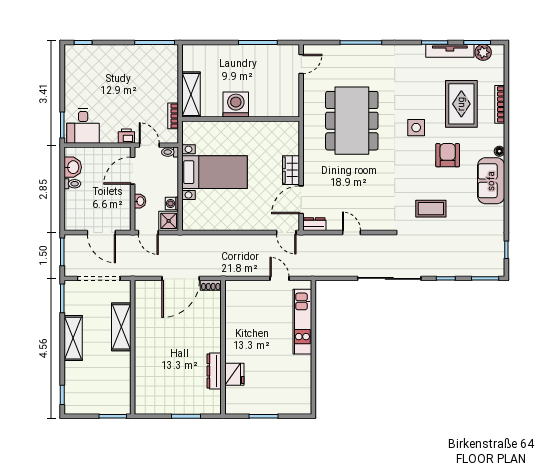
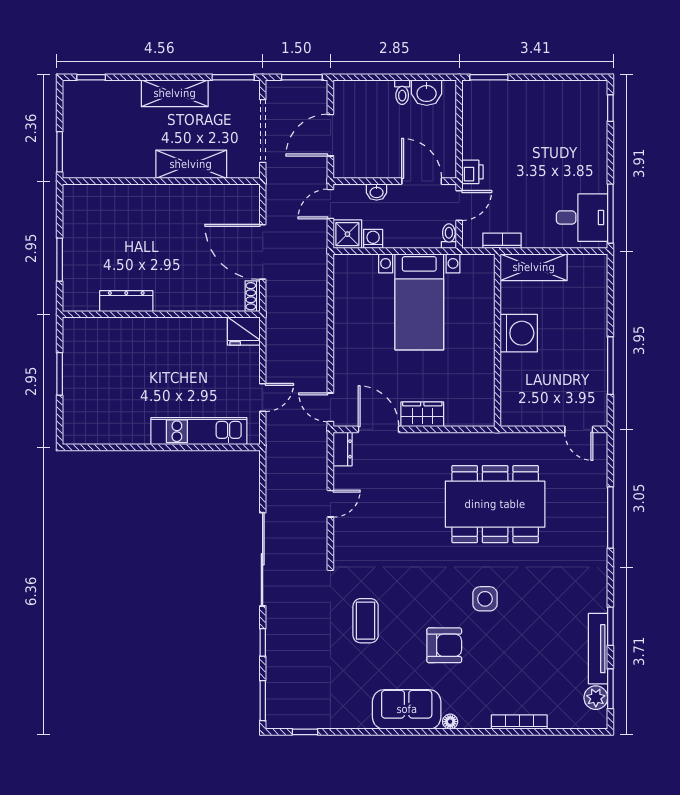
rug: (461, 104) -> (520, 666), removed
desk: (83, 126) -> (582, 218), moved, turned 180
door: (286, 232) -> (330, 407), hinge flipped
fridge: (234, 374) -> (244, 331), moved

